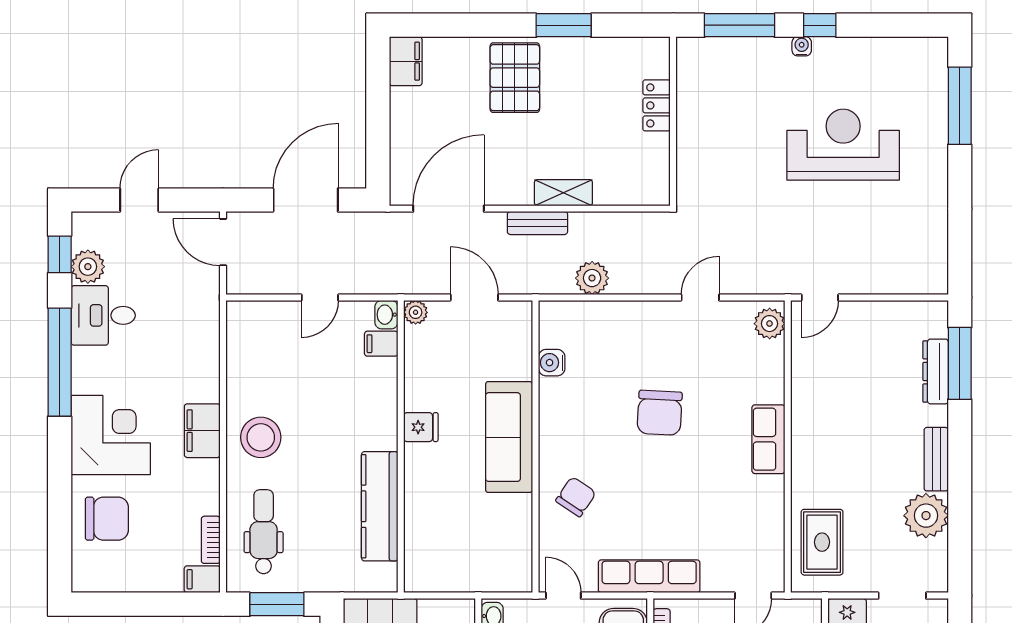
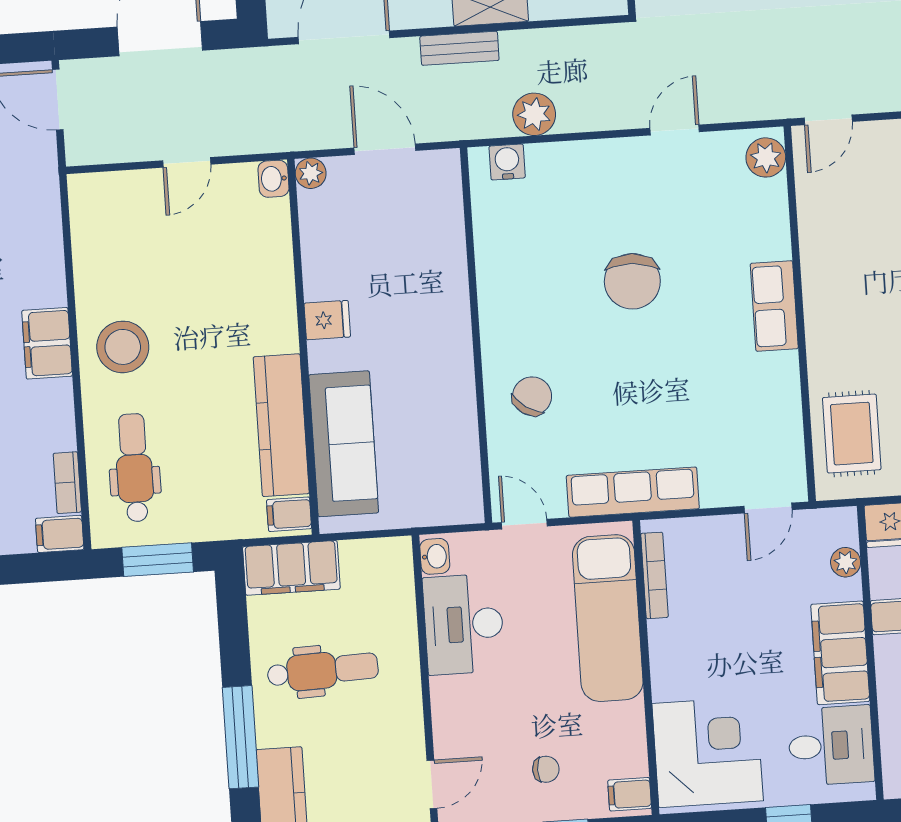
filing cabinet: (381, 344) -> (289, 514), moved
water cooler: (552, 363) -> (507, 162), moved, turned 90
sofa: (509, 437) -> (344, 444), moved, turned 180

